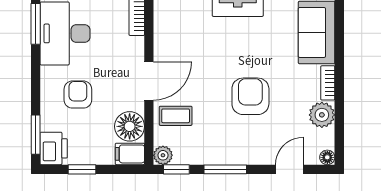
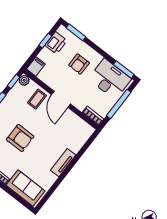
armchair: (78, 95) -> (79, 64), turned 90
floor lamp: (130, 126) -> (48, 76), removed
printer: (54, 148) -> (56, 43), moved, turned -90

